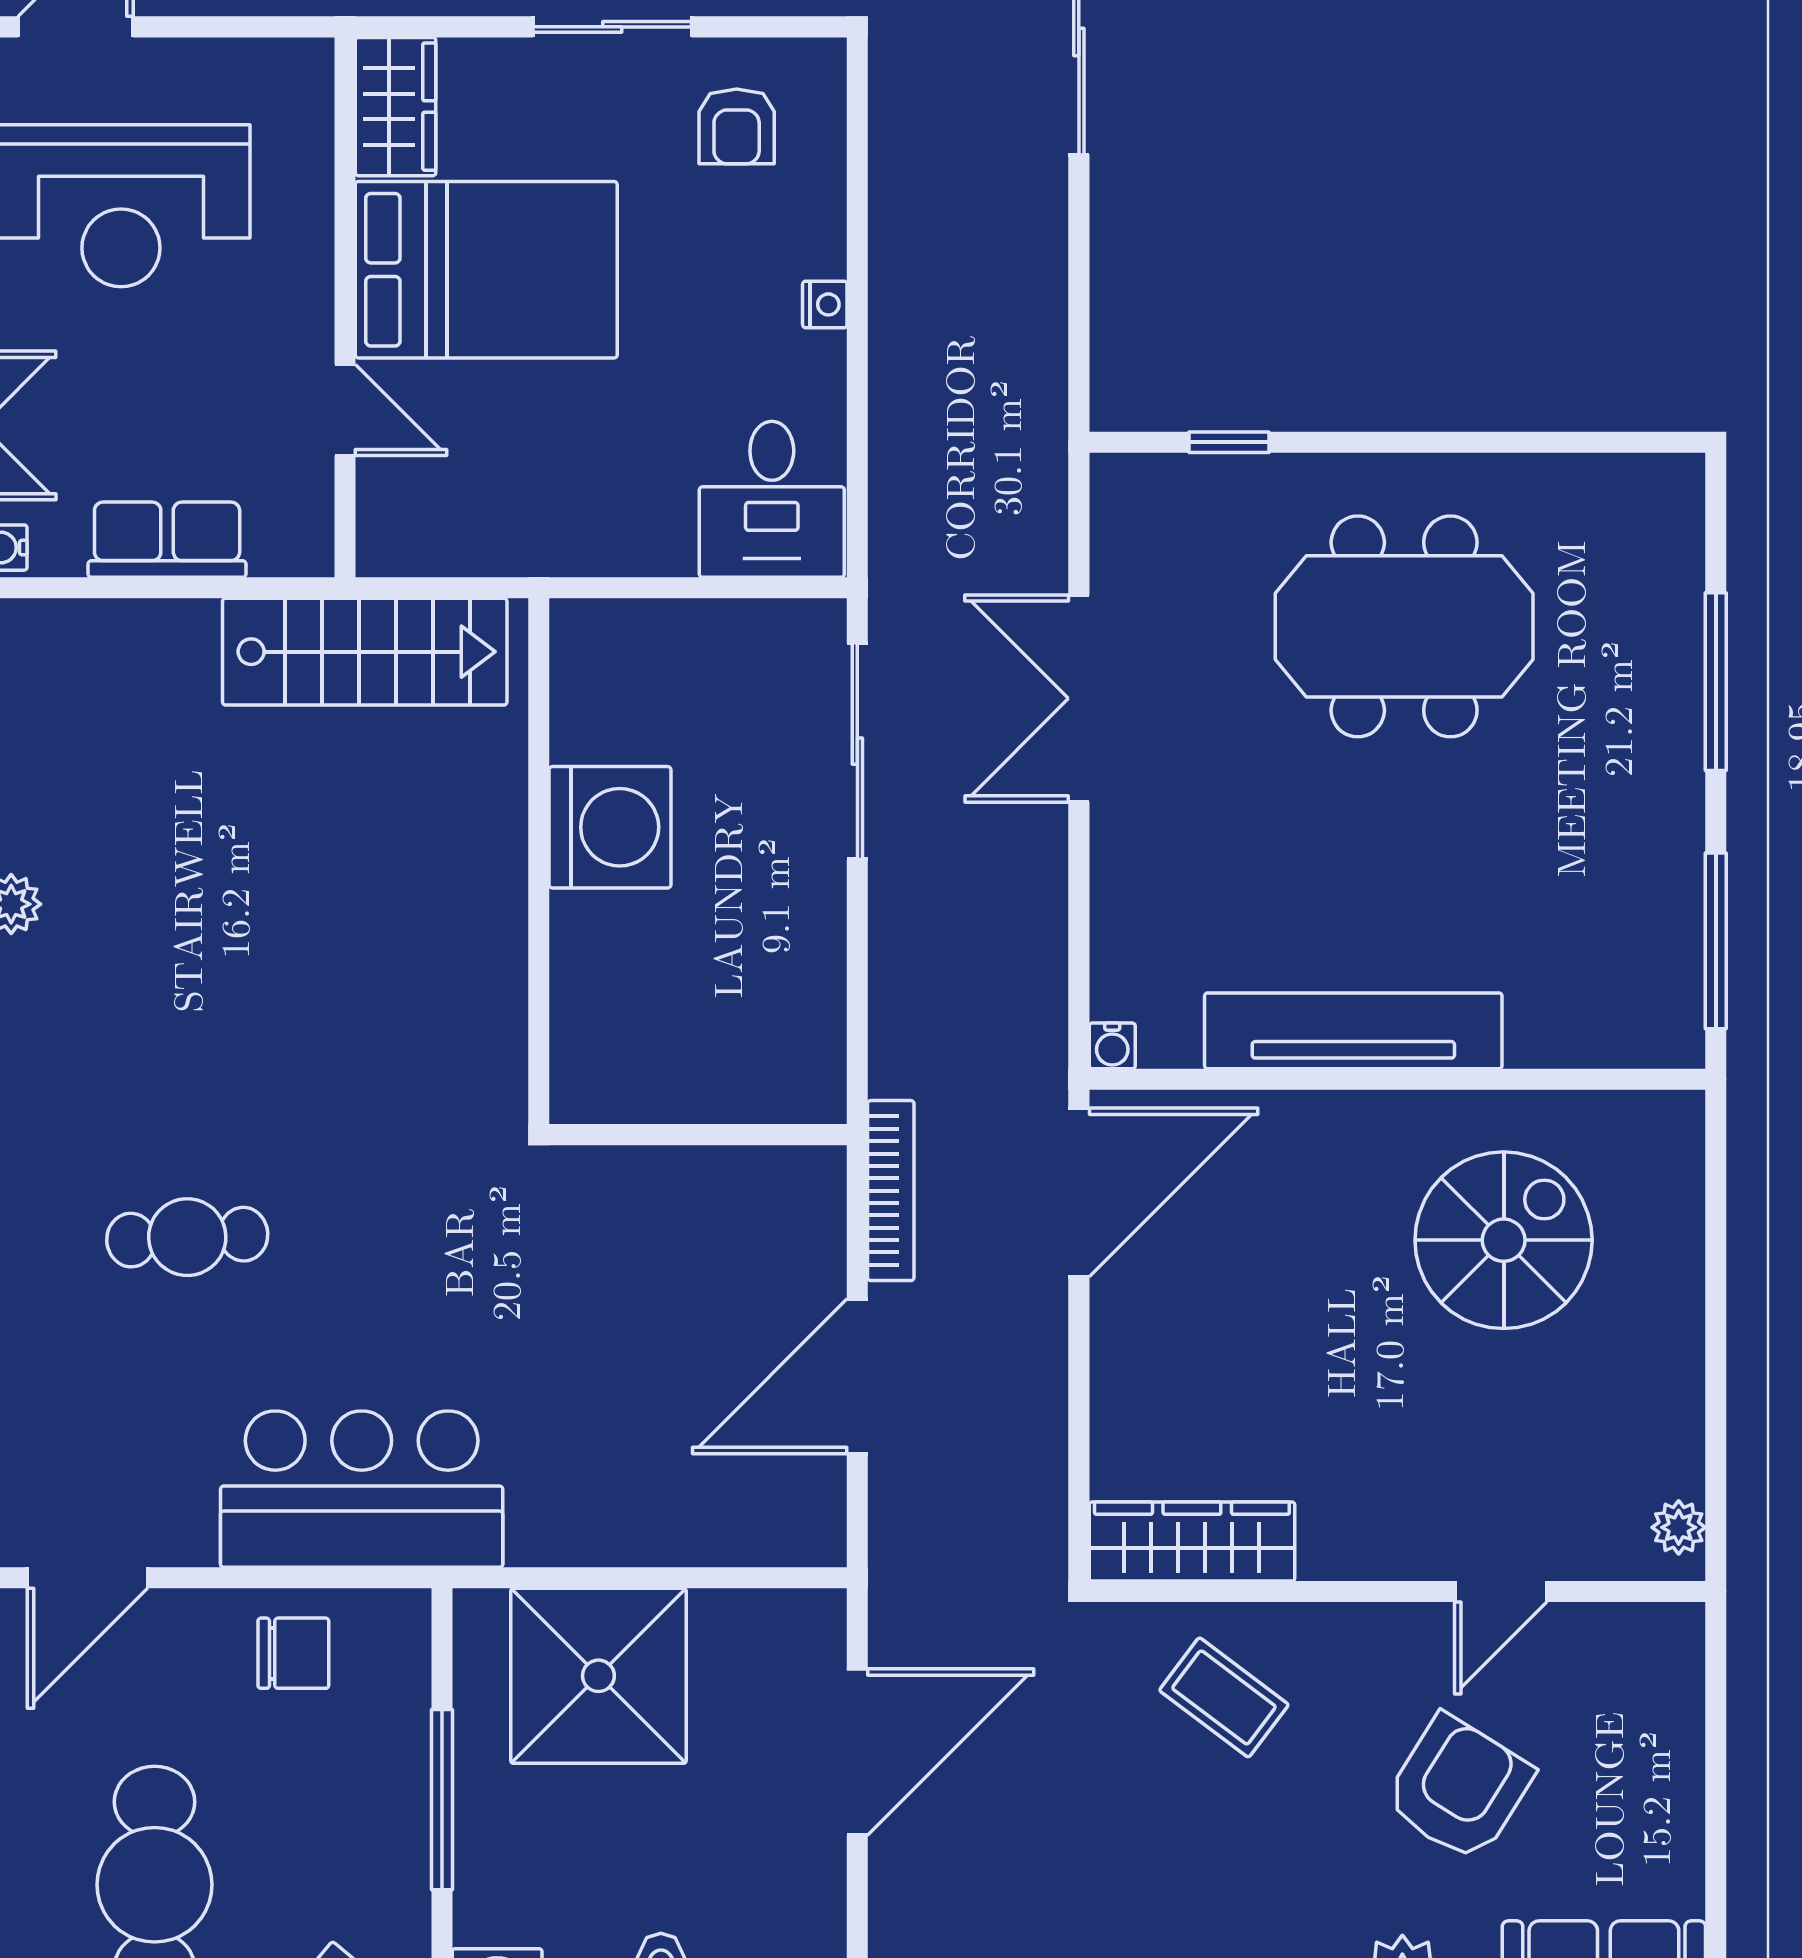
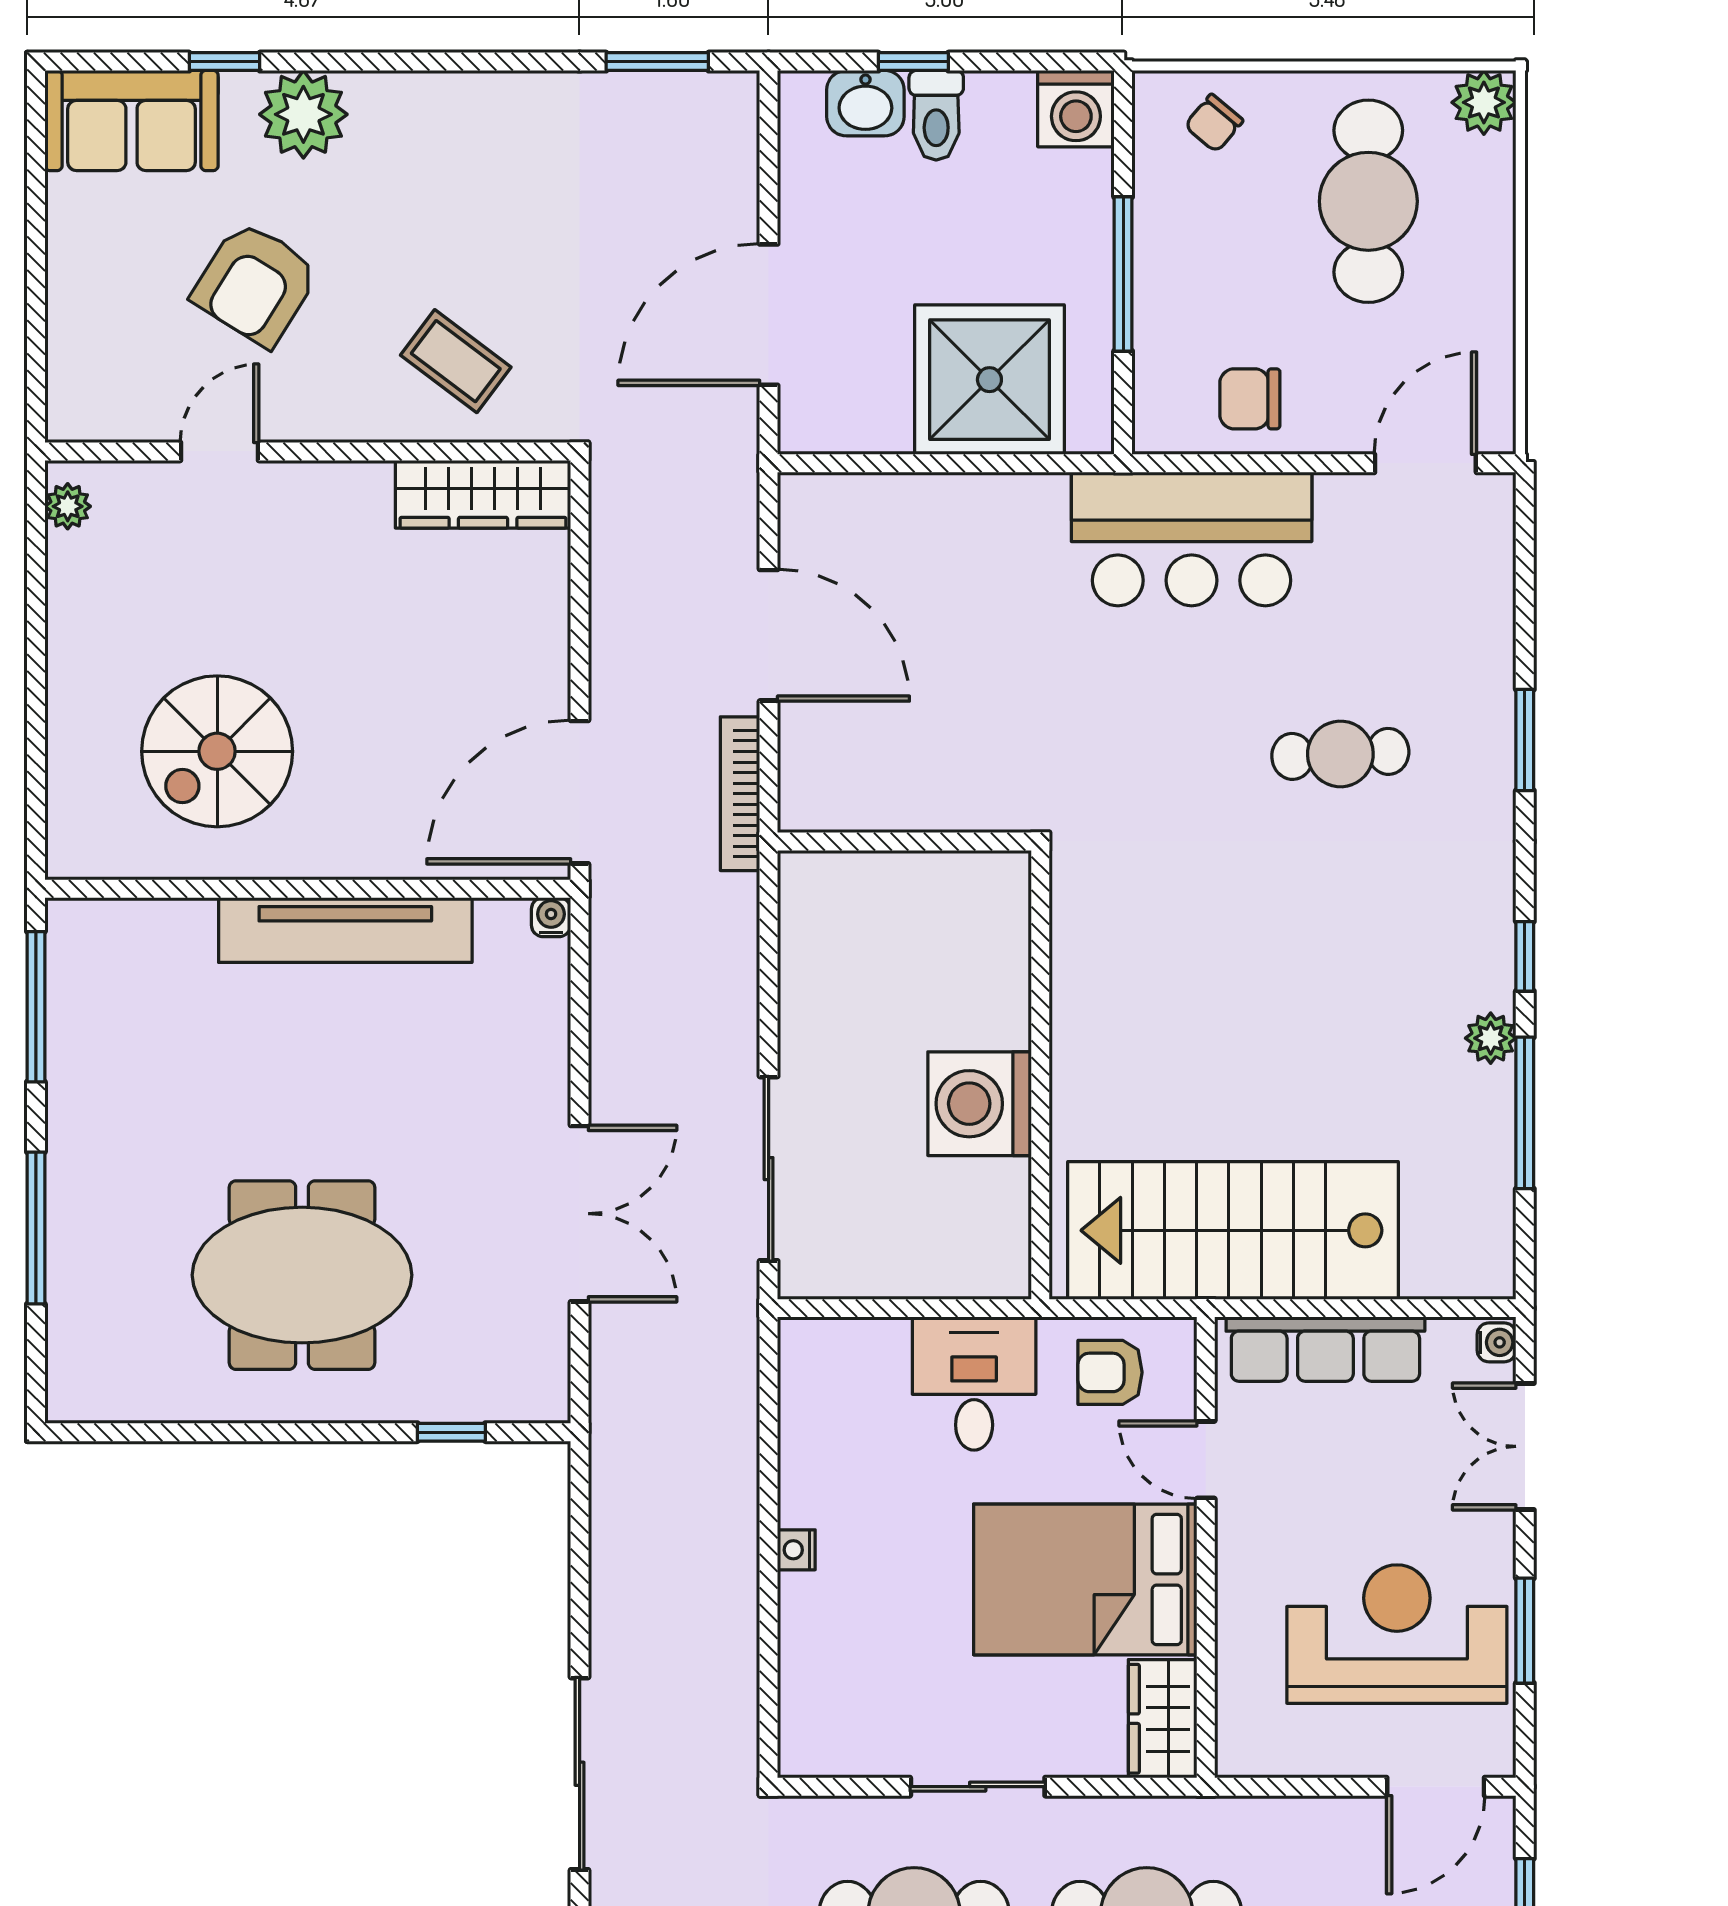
armchair: (737, 126) -> (1110, 1372), moved, turned -90
desk: (772, 499) -> (974, 1384), moved
row of seats: (167, 540) -> (1325, 1349), width x1.48
stairs: (365, 652) -> (1233, 1230), width x1.36, depth x1.51
door: (857, 1376) -> (769, 635), hinge flipped

